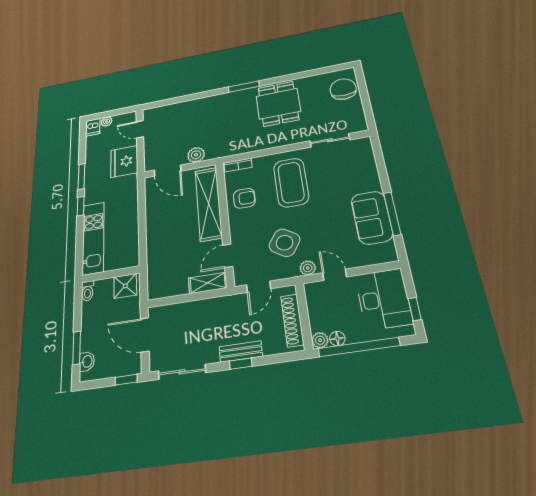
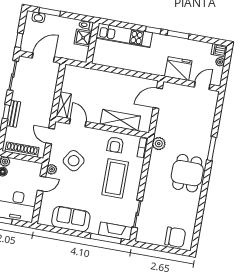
window: (244, 87) -> (212, 149), moved
dining table: (278, 104) -> (187, 173), moved, turned 90
plant: (196, 155) -> (159, 144), moved
fireplace: (365, 157) -> (115, 231), added
coffee table: (291, 182) -> (115, 178), turned 90
shelving: (209, 204) -> (120, 120), width x0.68
window: (392, 214) -> (106, 239), moved
shower: (125, 286) -> (83, 38), moved

